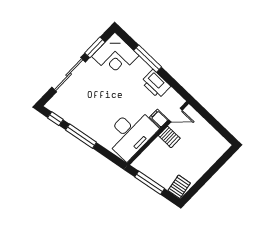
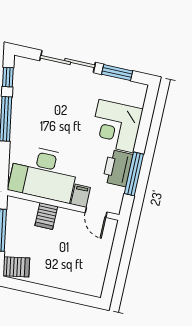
corner desk: (115, 56) -> (116, 126), moved
window: (148, 59) -> (134, 174), moved
server rack: (169, 137) -> (46, 216), moved

